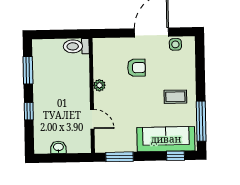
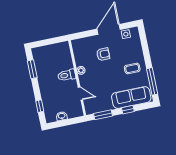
toilet: (76, 46) -> (67, 75), moved
window: (29, 111) -> (40, 106), moved
window: (176, 156) -> (128, 110), moved

